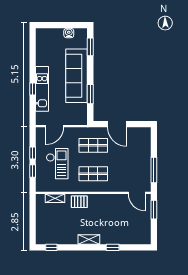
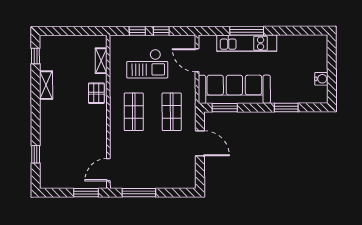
window: (90, 47) -> (286, 107), moved
sofa: (77, 76) -> (234, 89), moved
window: (33, 89) -> (247, 31), width x2.17
window: (90, 94) -> (225, 108), moved
door: (117, 124) -> (200, 143), swing flipped
shelving: (89, 240) -> (46, 85), moved
window: (113, 247) -> (36, 154), moved

